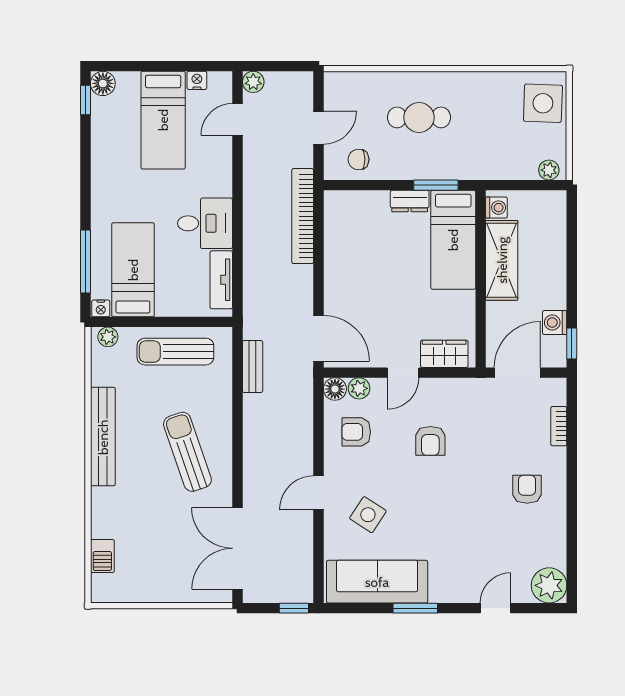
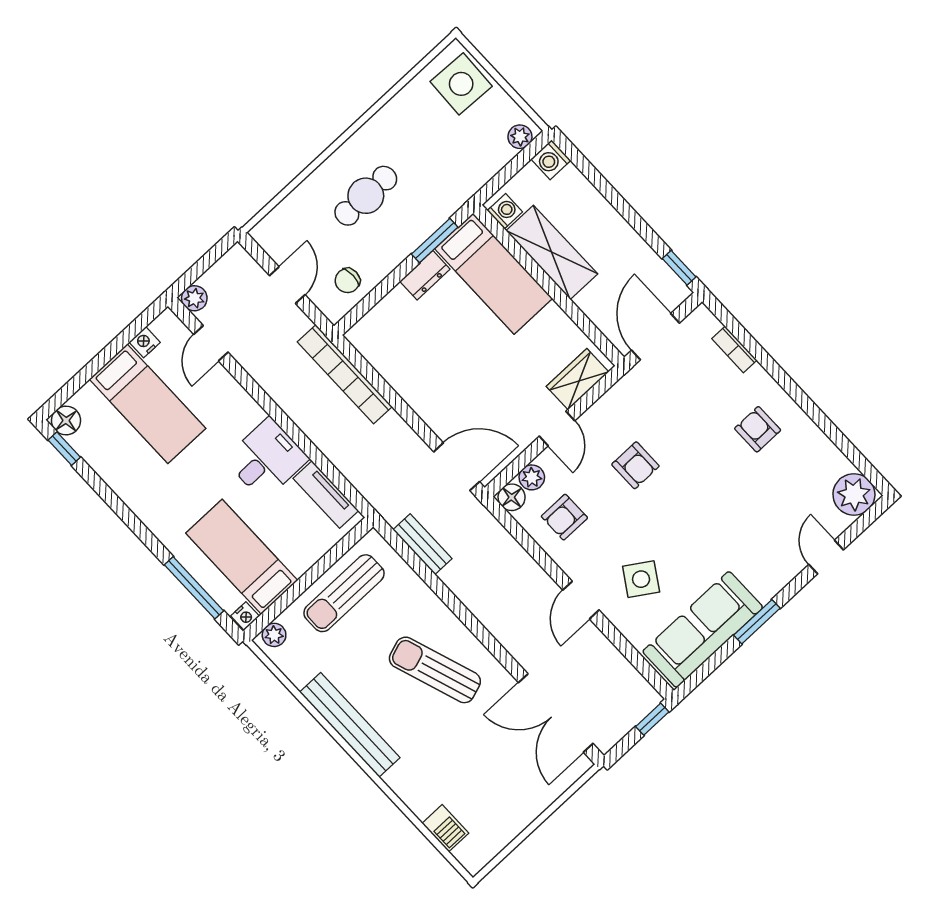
washing machine: (555, 323) -> (551, 160), moved

